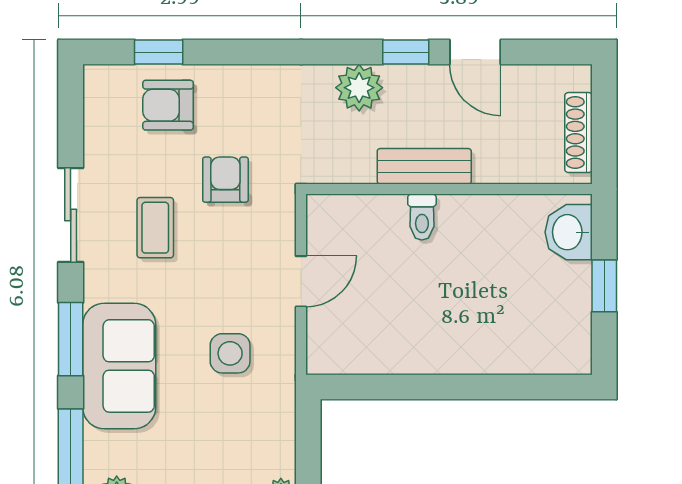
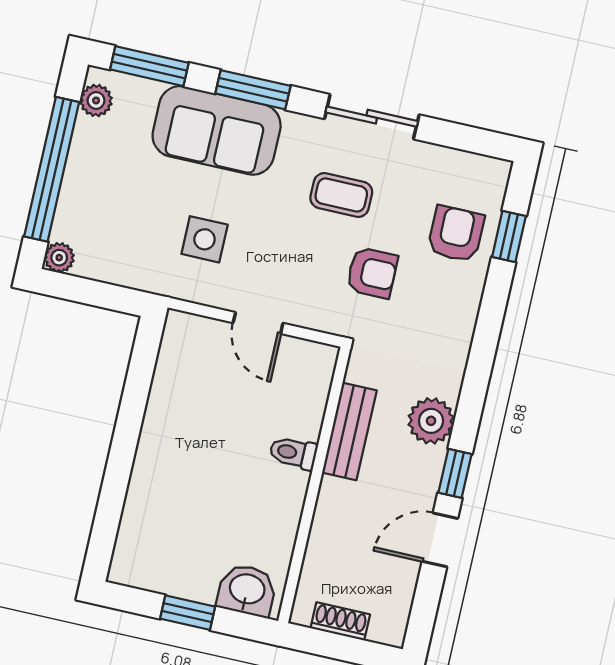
shoe rack: (579, 133) -> (340, 621), width x0.70
bench: (424, 166) -> (349, 431), moved

